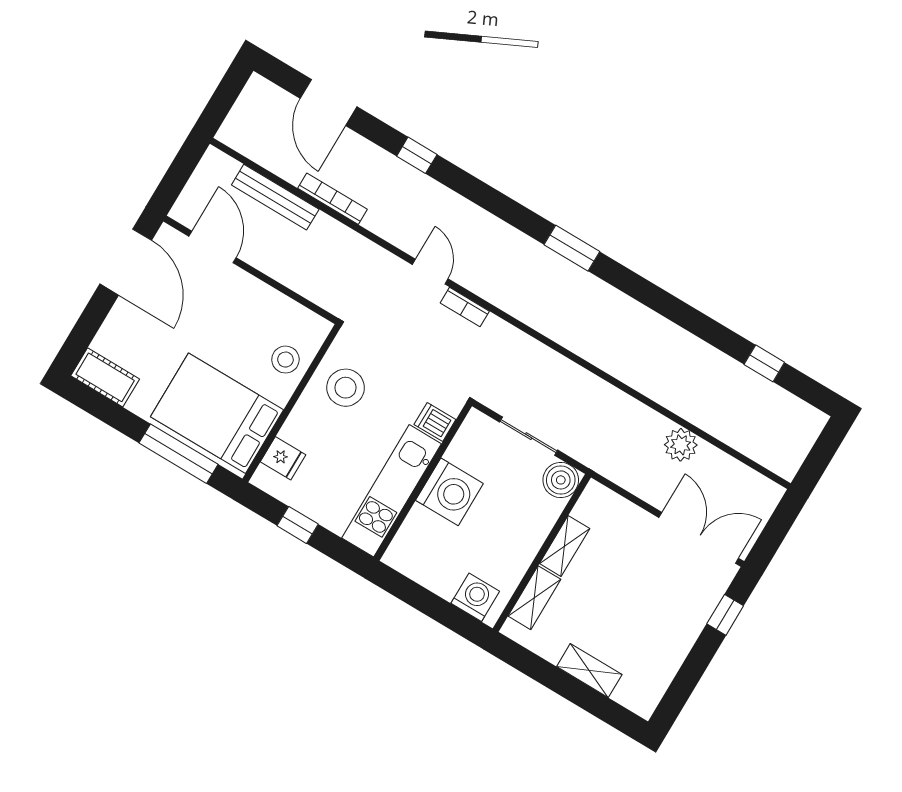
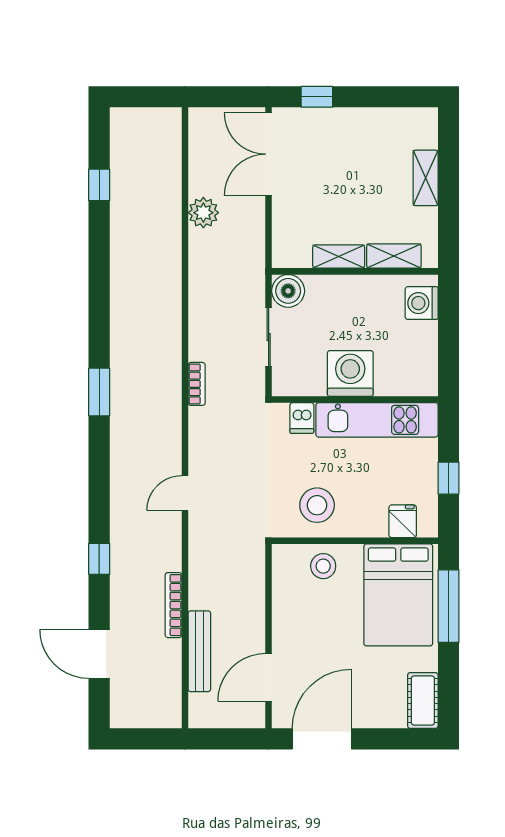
door: (328, 102) -> (99, 654), swing flipped
bookcase: (465, 307) -> (197, 384), moved

